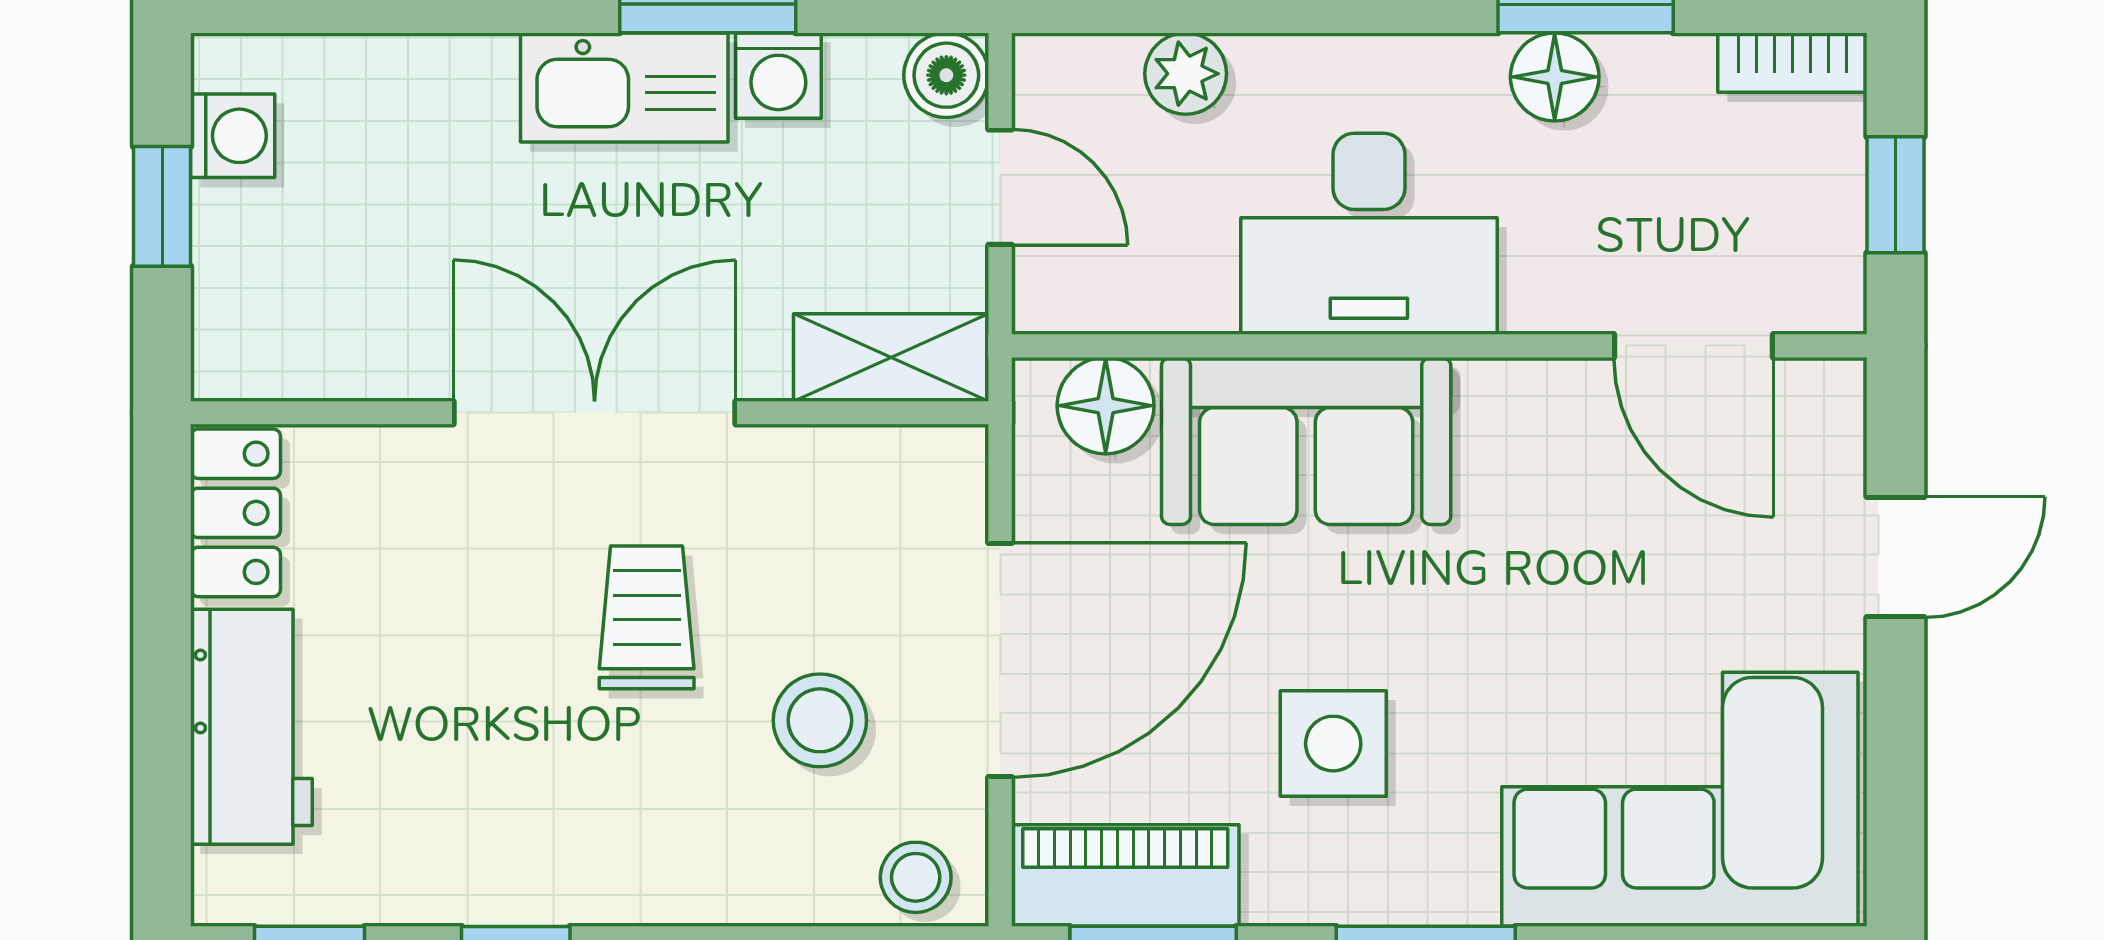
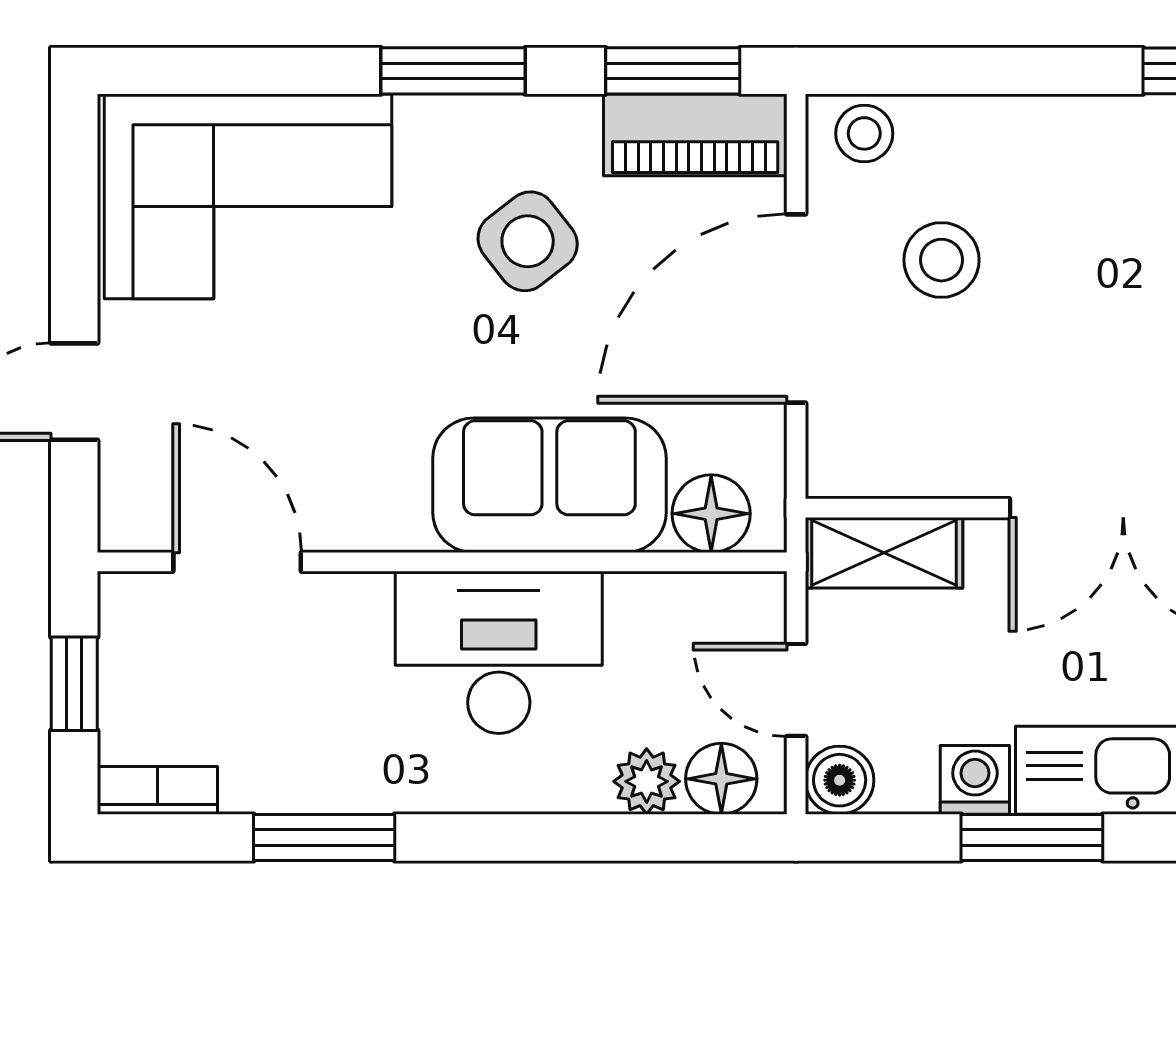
floor lamp: (1555, 77) -> (721, 779), moved
trolley: (647, 617) -> (1081, 343), removed
side table: (1333, 744) -> (528, 241), turned -38

